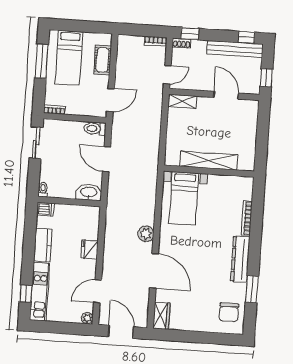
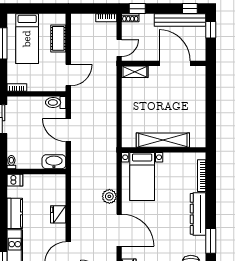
window: (266, 78) -> (211, 30), moved
door: (226, 95) -> (175, 63), width x1.36
shelving: (209, 161) -> (163, 140), moved
wall: (209, 171) -> (164, 150), moved
bed with nightstands: (184, 198) -> (142, 177), moved

